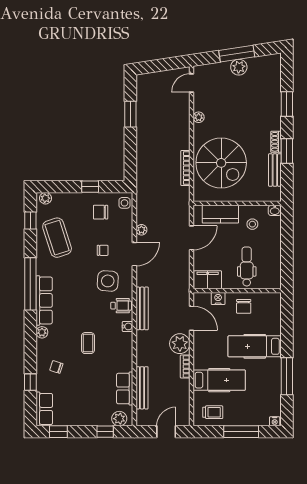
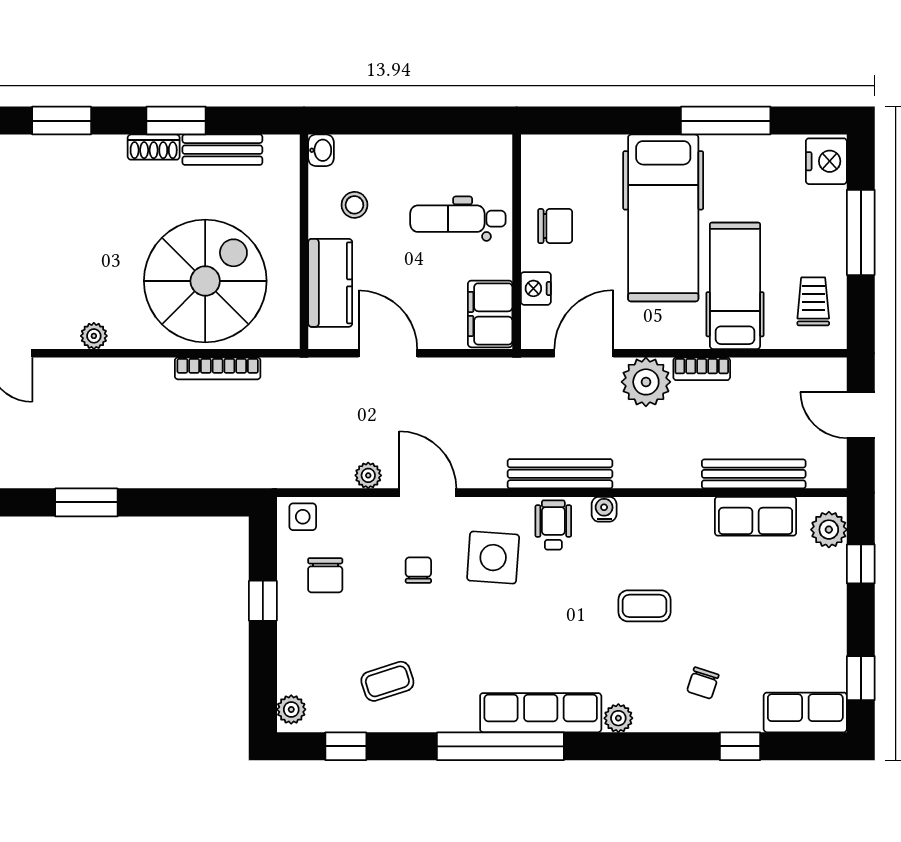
coffee table: (57, 238) -> (387, 681), width x0.54, depth x0.58
hospital bed: (255, 346) -> (663, 218), width x1.37, depth x1.29
nightstand: (275, 421) -> (826, 161), width x1.89, depth x1.79

